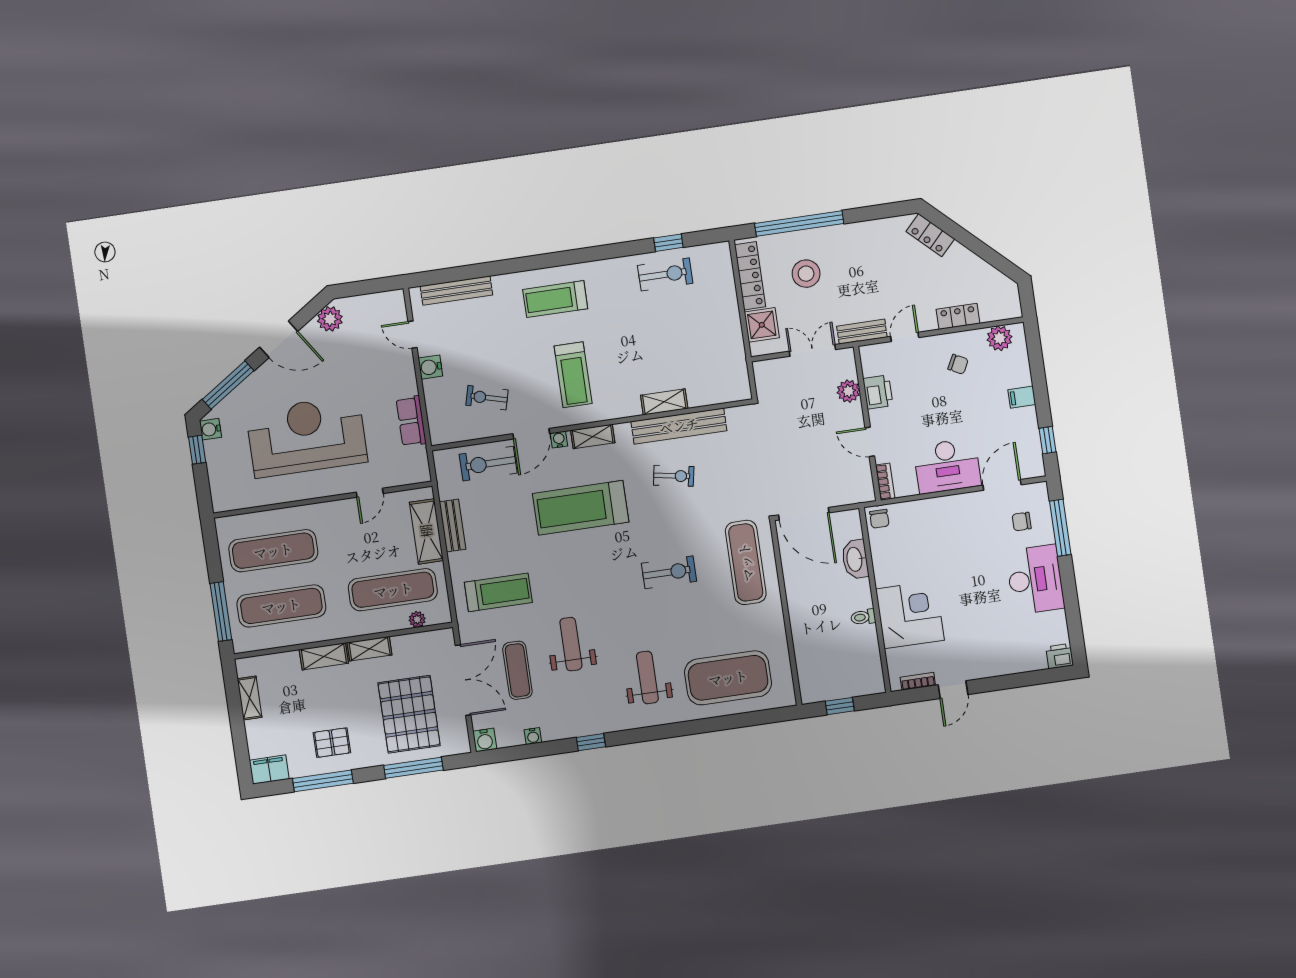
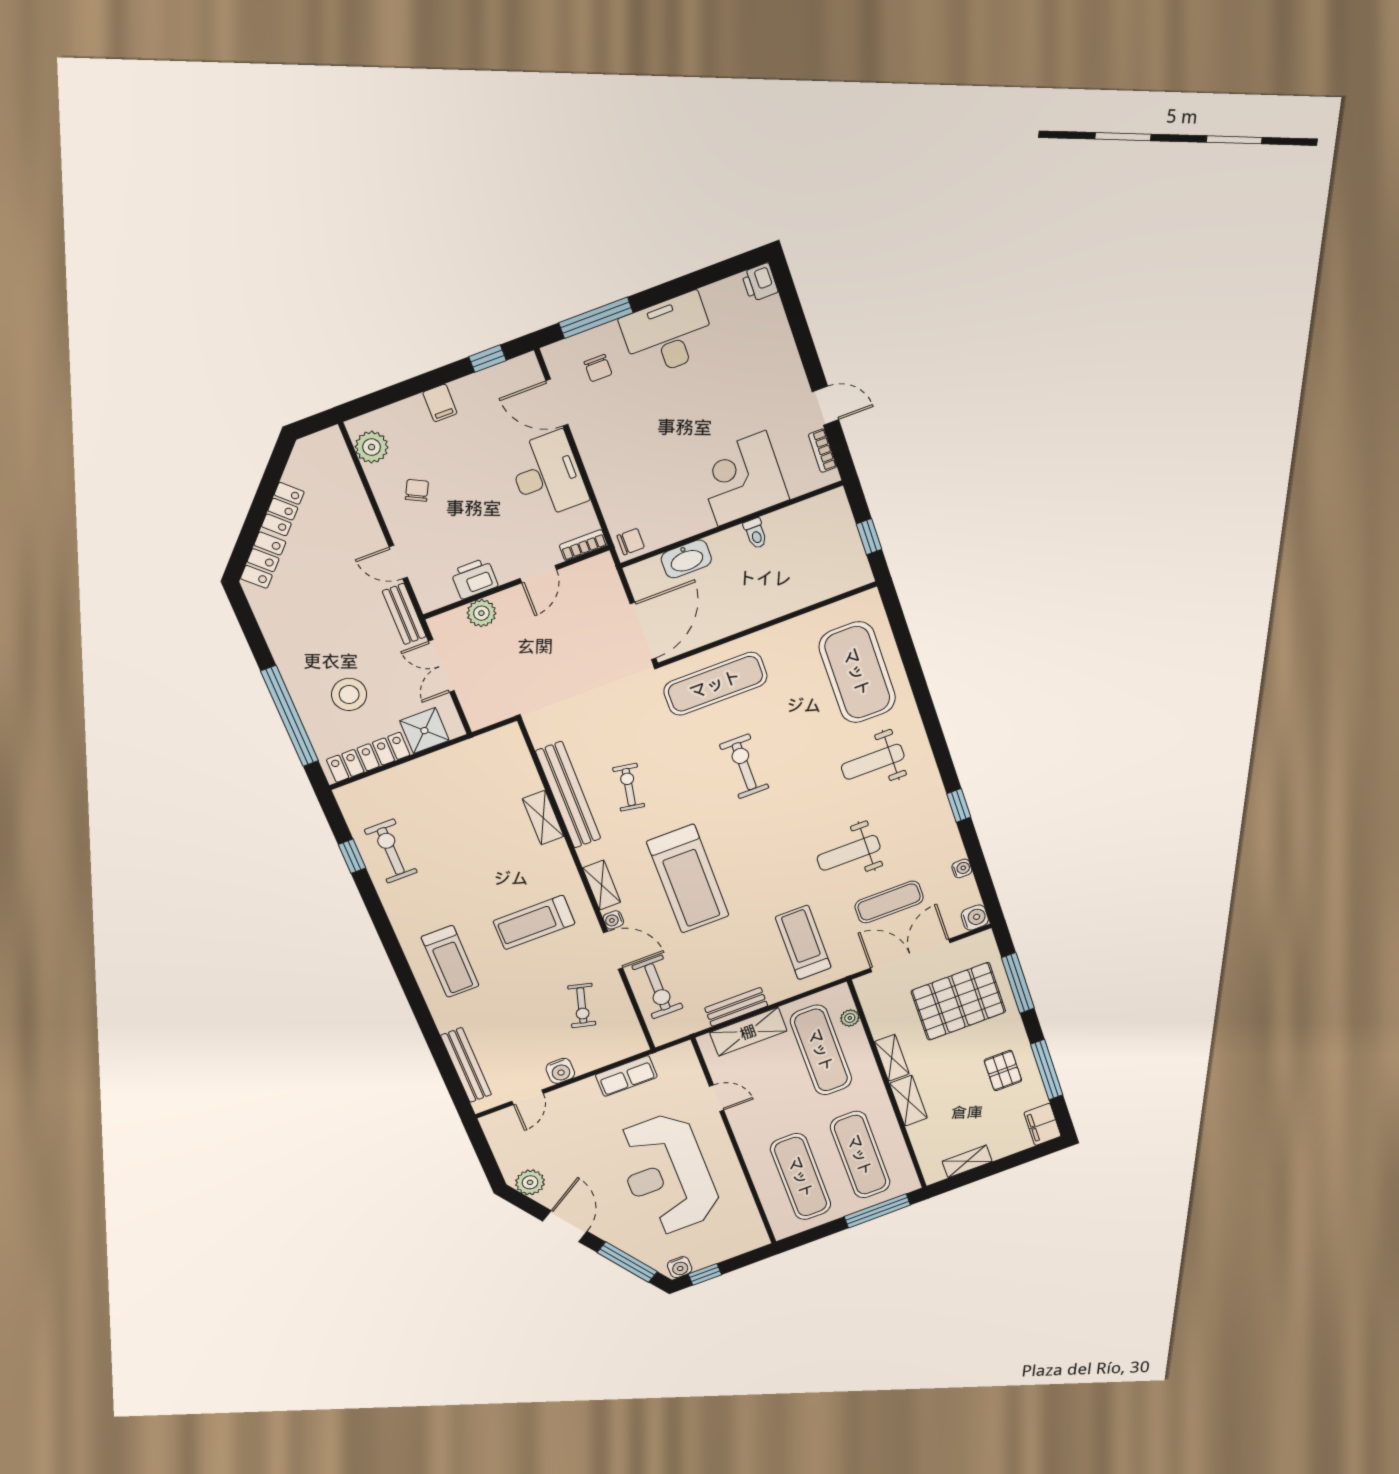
locker: (958, 316) -> (283, 509), moved, turned -136
treadmill: (573, 375) -> (534, 922), turned 180

